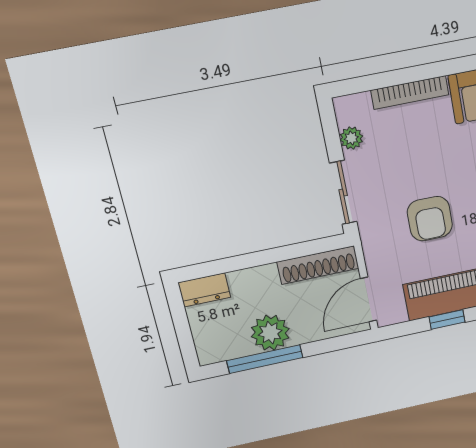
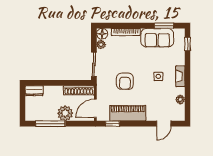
floor lamp: (349, 109) -> (102, 34), added
window: (447, 320) -> (113, 124), moved
plant: (270, 333) -> (65, 113), moved

